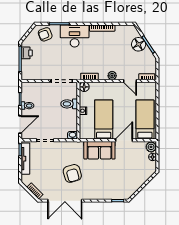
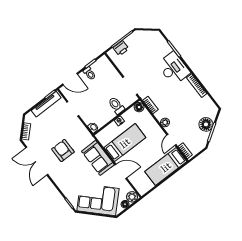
armchair: (45, 34) -> (157, 44), removed
printer: (27, 53) -> (121, 48), moved
bed: (145, 120) -> (166, 167), moved, turned 180
armchair: (72, 173) -> (63, 150), turned 106
corner sofa: (132, 176) -> (98, 200), added

